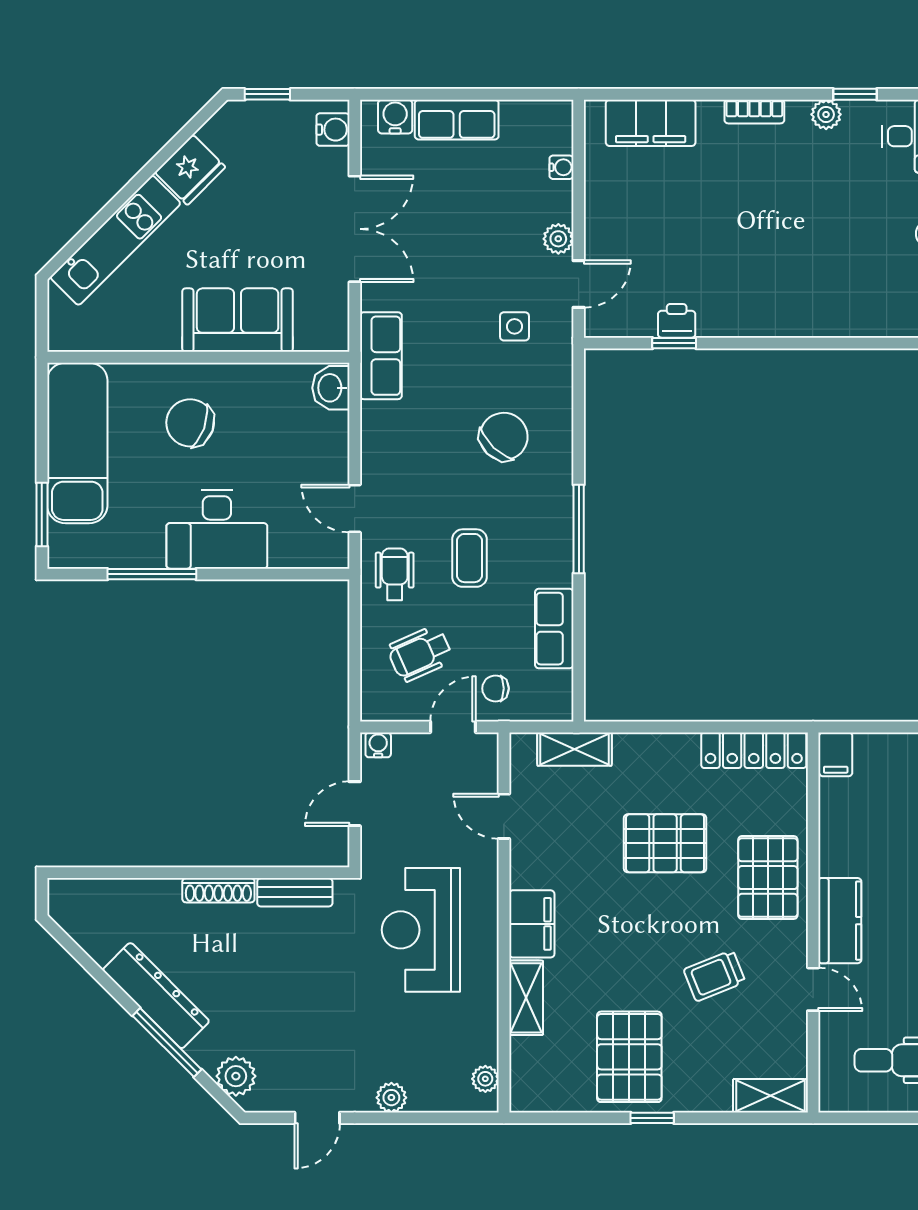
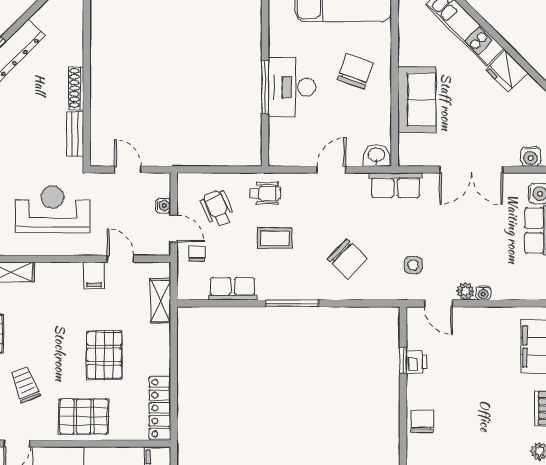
water cooler: (561, 167) -> (483, 293), moved
chair: (776, 311) -> (422, 422), added
door: (355, 509) -> (331, 170), moved
window: (152, 574) -> (265, 87), moved
water cooler: (378, 745) -> (163, 206), moved
door: (504, 816) -> (120, 259), hinge flipped
filing cabinet: (532, 924) -> (94, 275), moved, width x0.50

